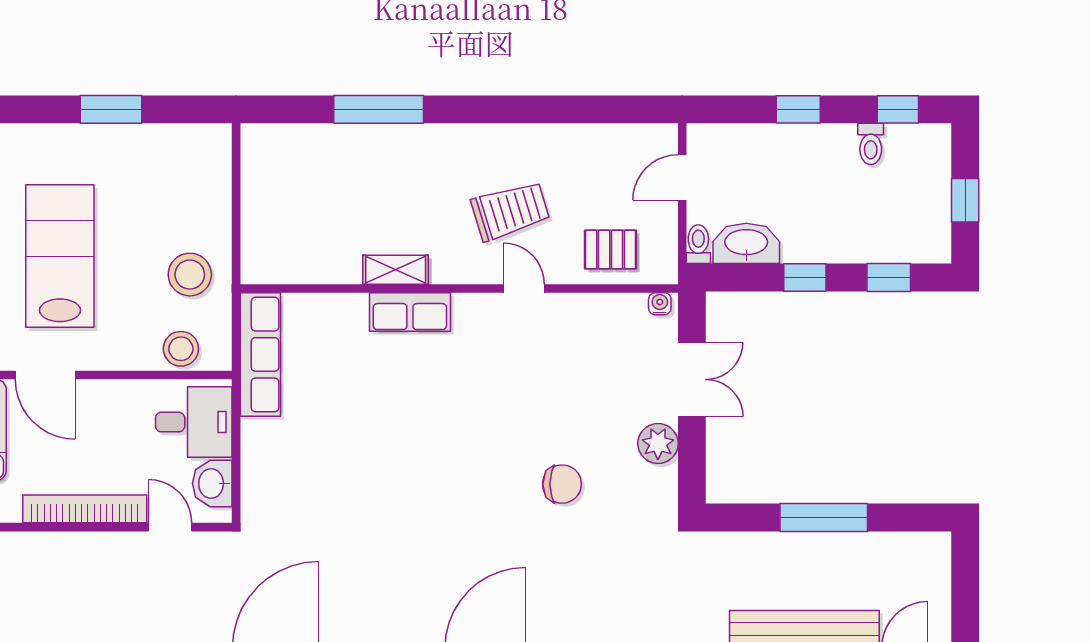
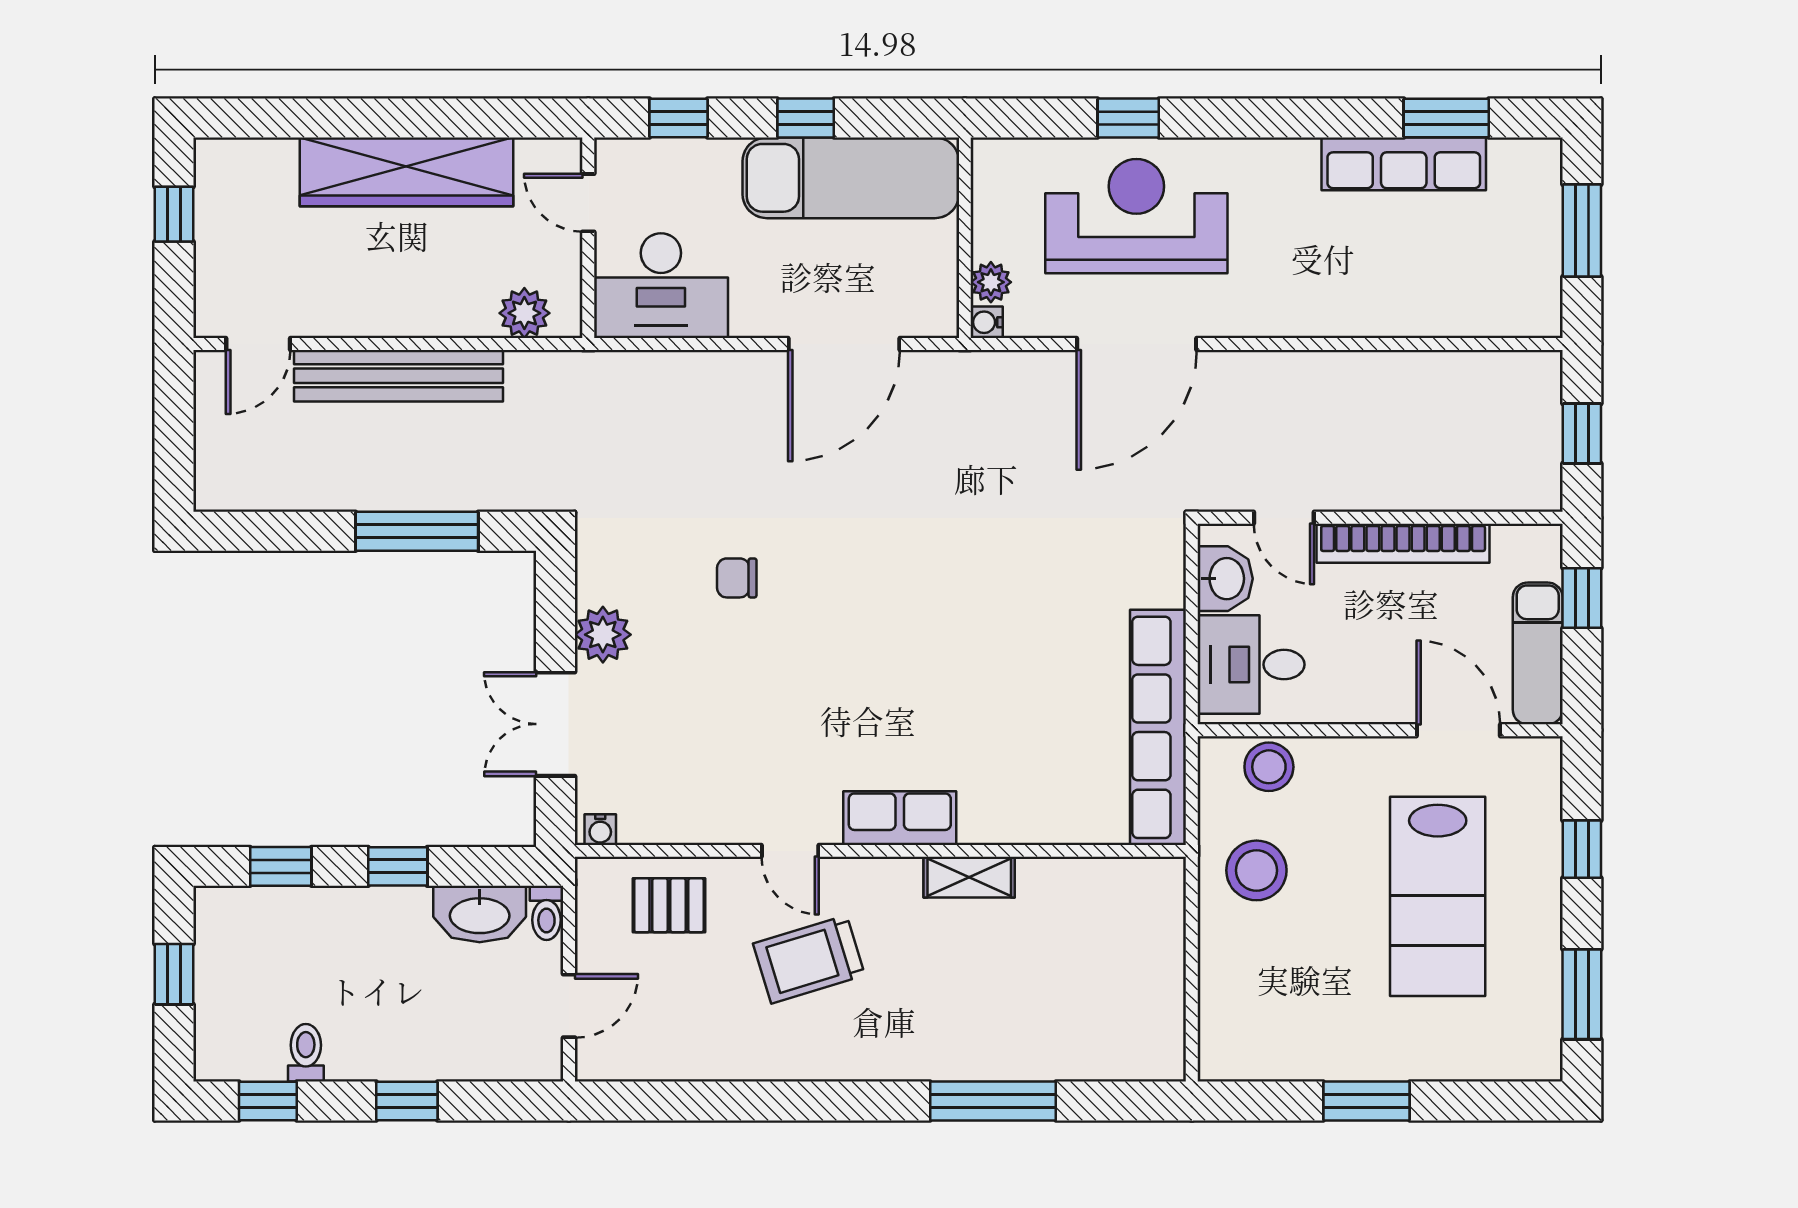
row of seats: (410, 312) -> (900, 818), moved
row of seats: (260, 354) -> (1158, 727), width x1.36
chair: (562, 484) -> (737, 578), width x0.73, depth x0.73
window: (824, 517) -> (417, 531), moved

